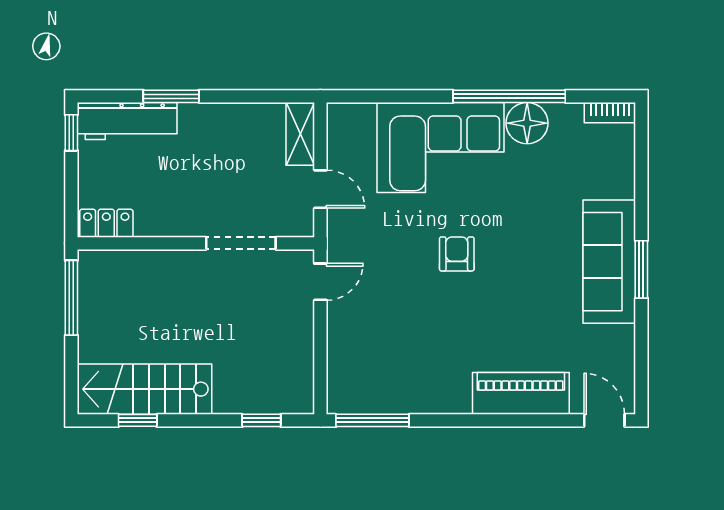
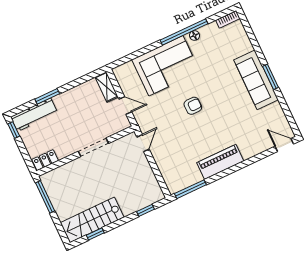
floor lamp: (527, 123) -> (194, 35), width x0.53, depth x0.53
doorway: (241, 243) -> (93, 147), moved
armchair: (457, 254) -> (193, 106), turned 89
piano: (521, 393) -> (220, 162), moved

